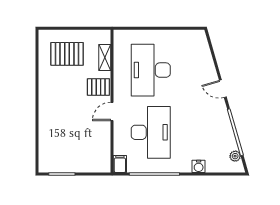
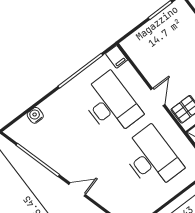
desk: (151, 132) -> (111, 104), turned 180
plant: (235, 156) -> (22, 139), removed
water cooler: (199, 166) -> (35, 115), moved

